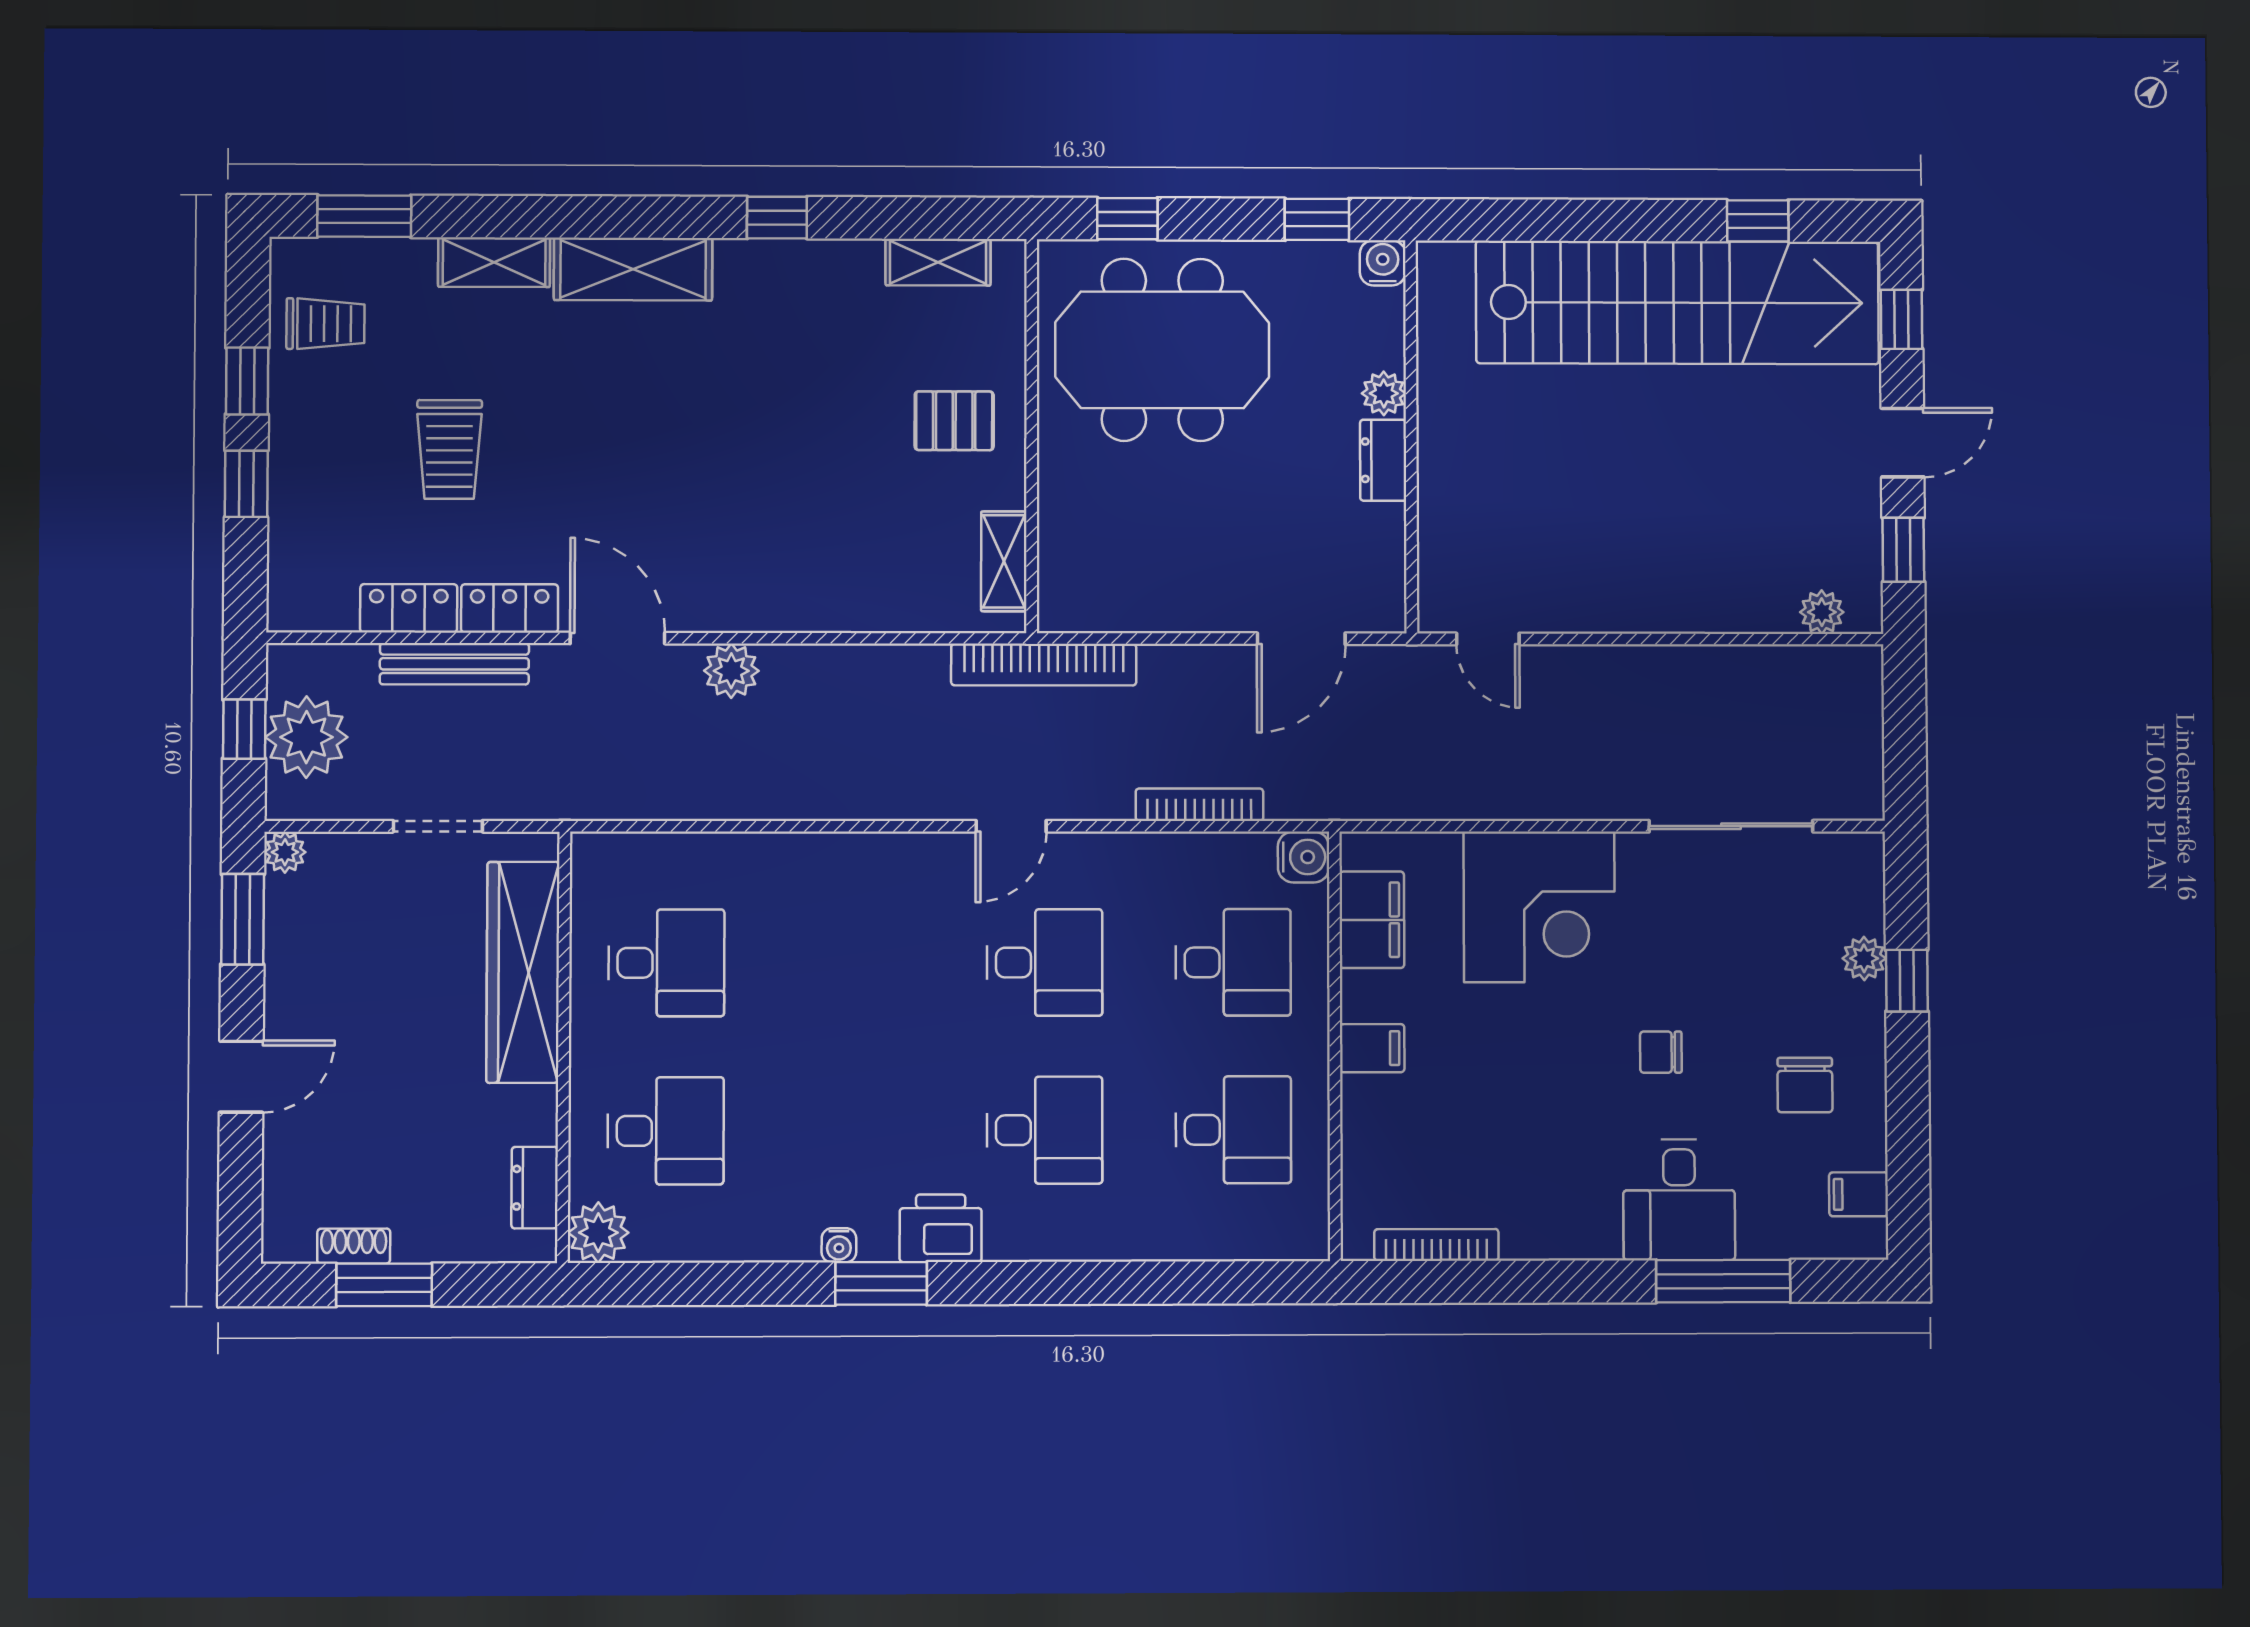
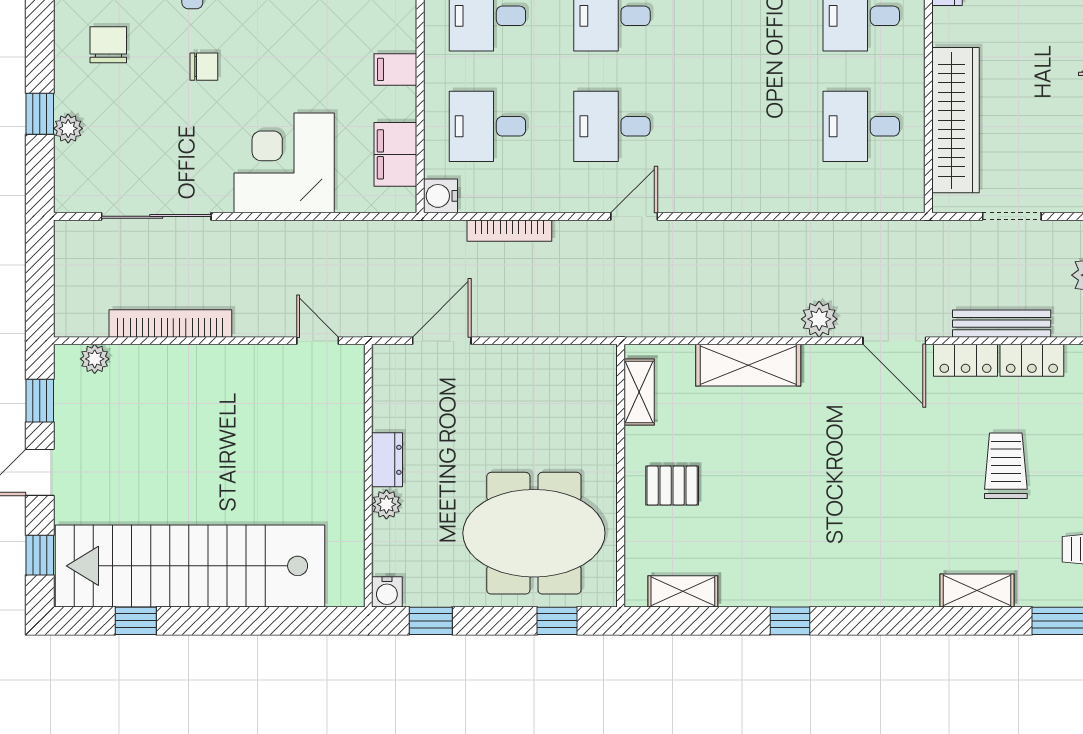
shelving: (633, 269) -> (748, 365), moved
bookcase: (1044, 665) -> (170, 323), moved

